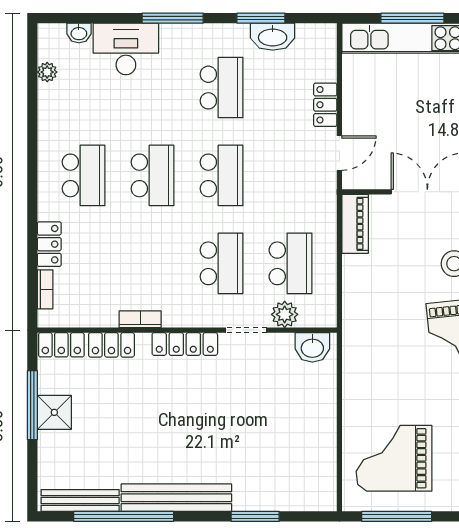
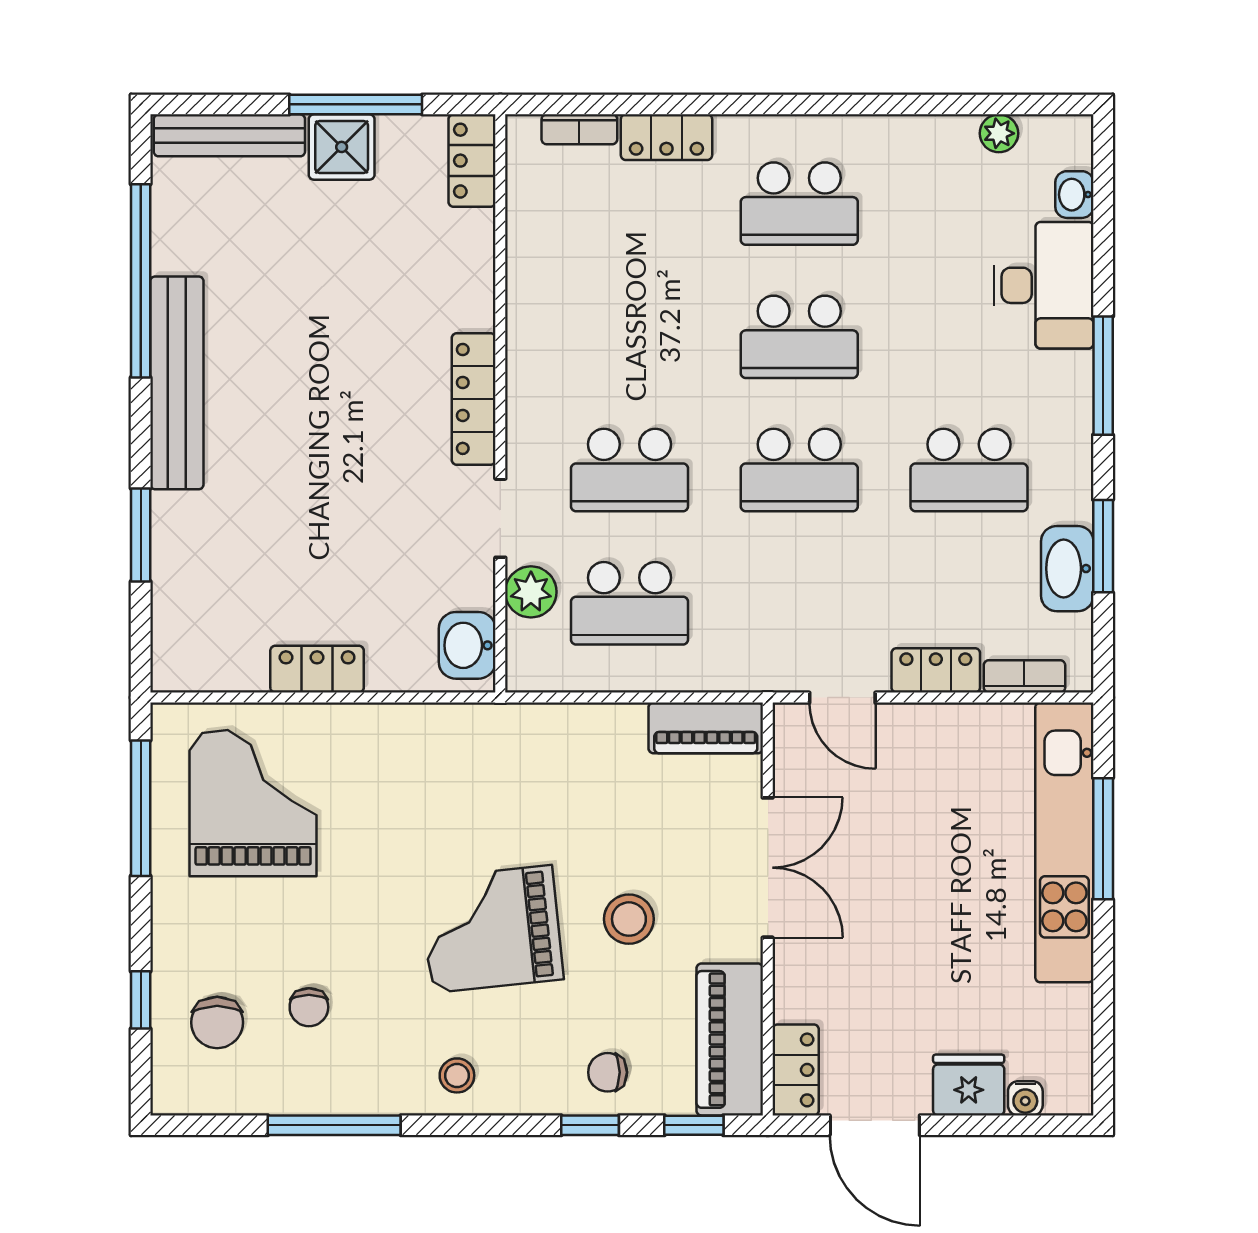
bookcase: (140, 319) -> (1024, 676), moved, turned -90
locker: (111, 345) -> (317, 669), moved, turned 90
bench: (80, 500) -> (229, 135), moved, turned 90

